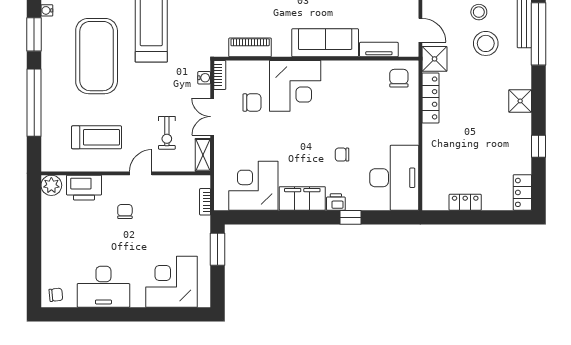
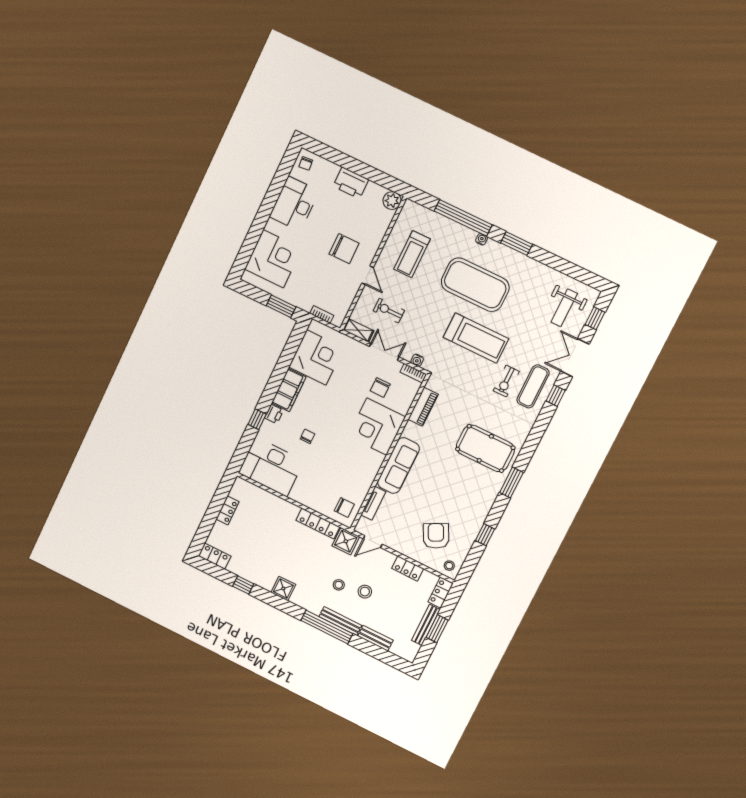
water cooler: (47, 10) -> (482, 239), moved
stool: (486, 43) -> (339, 585), width x0.53, depth x0.53
printer: (84, 188) -> (351, 183), moved, turned -90
chair: (125, 212) -> (344, 249), width x1.87, depth x1.87

